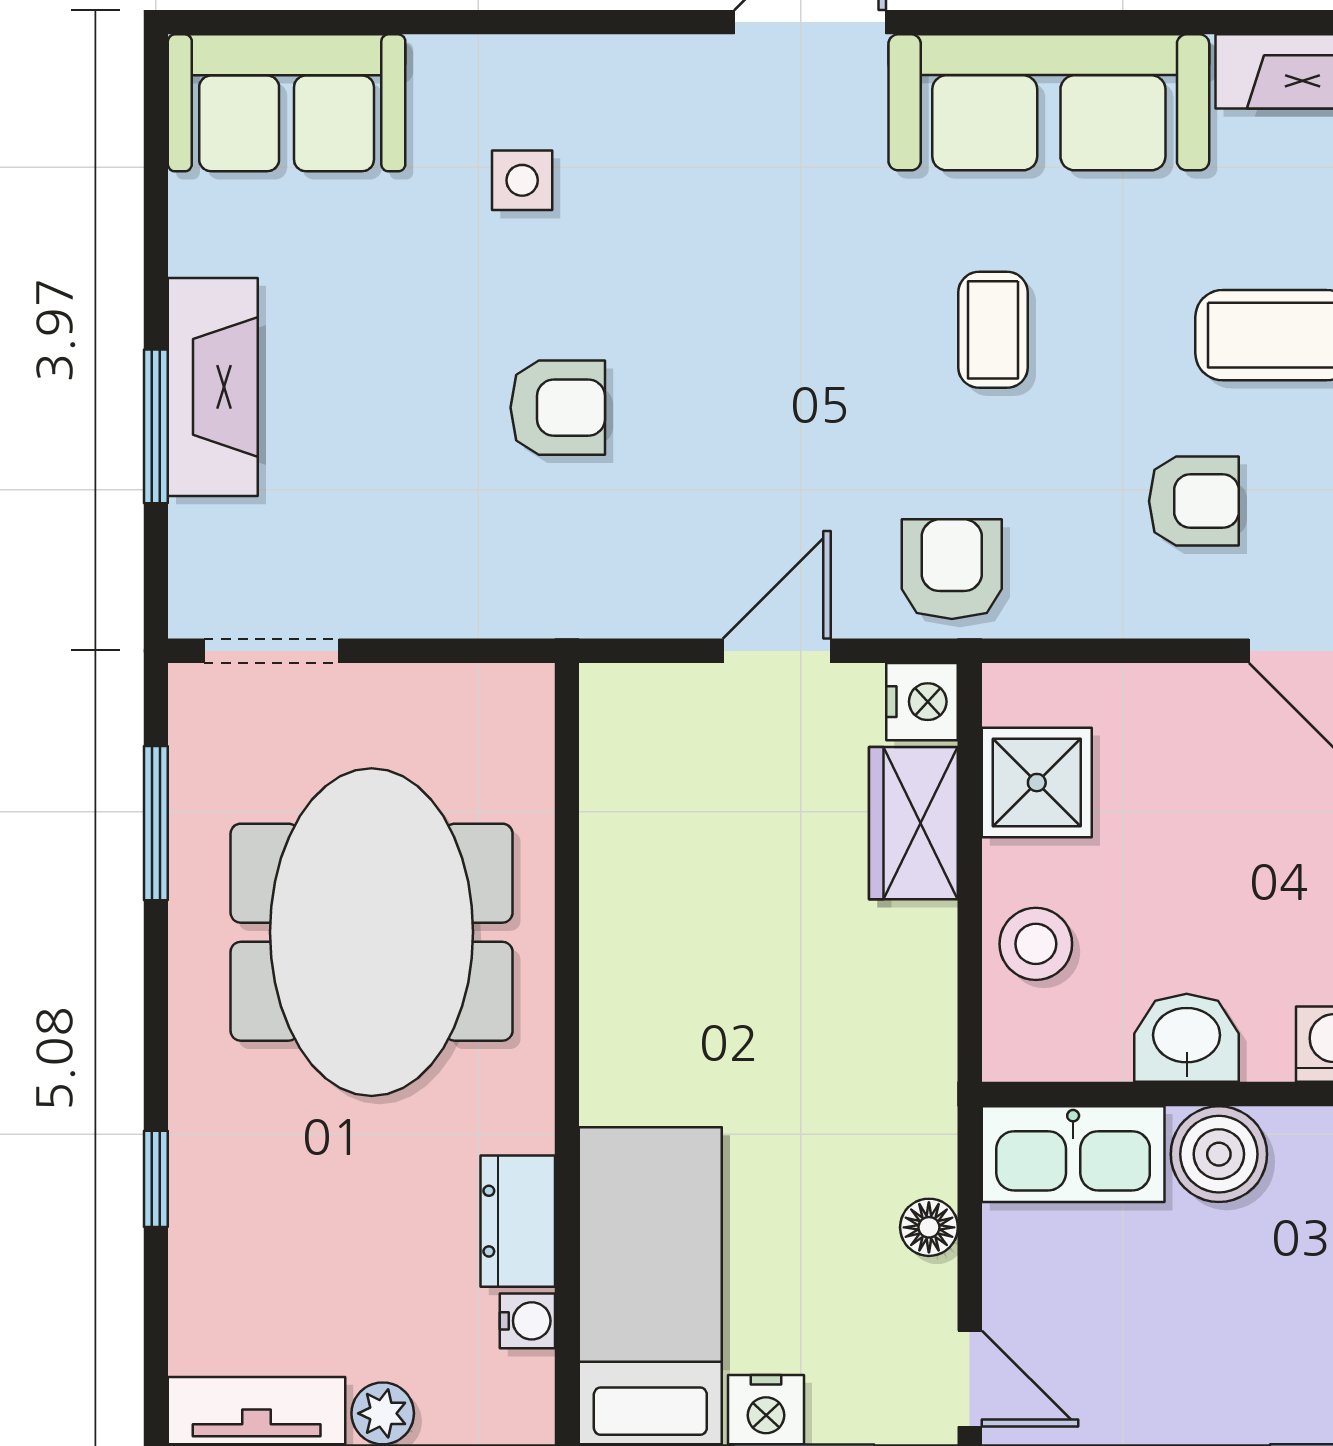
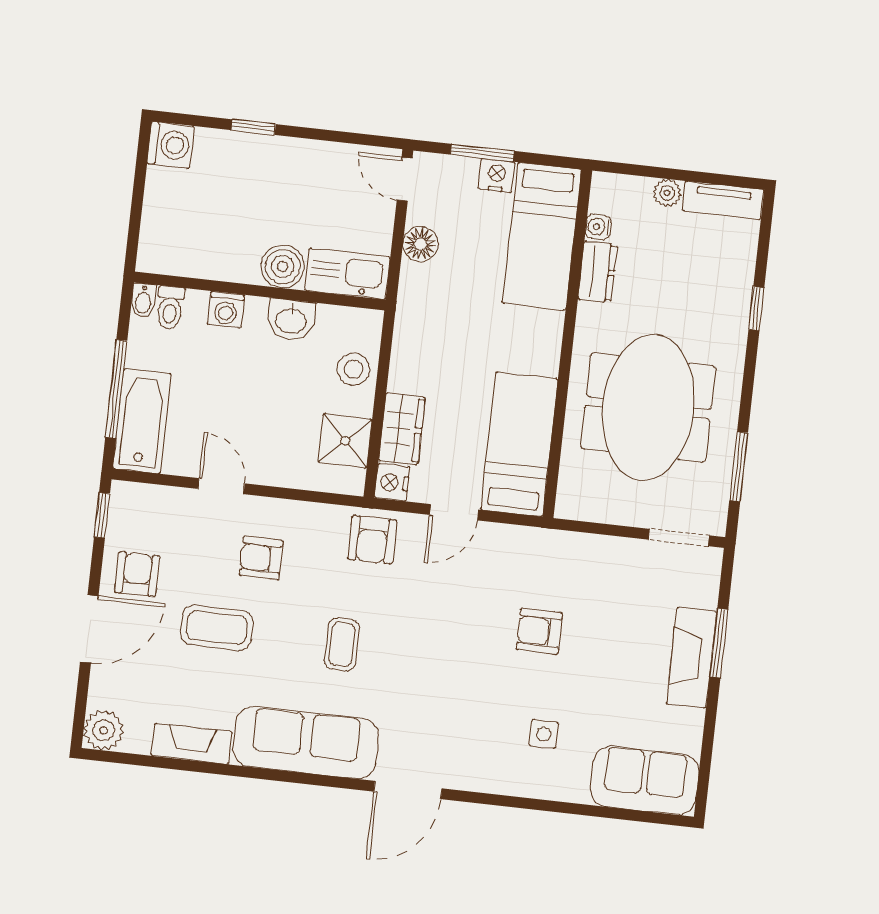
bed: (649, 818) -> (519, 444), added
floor lamp: (929, 1227) -> (420, 244), width x1.37, depth x1.37

